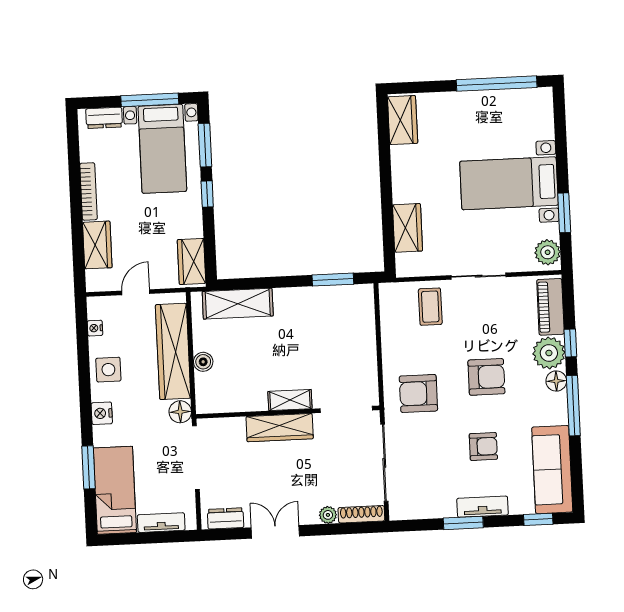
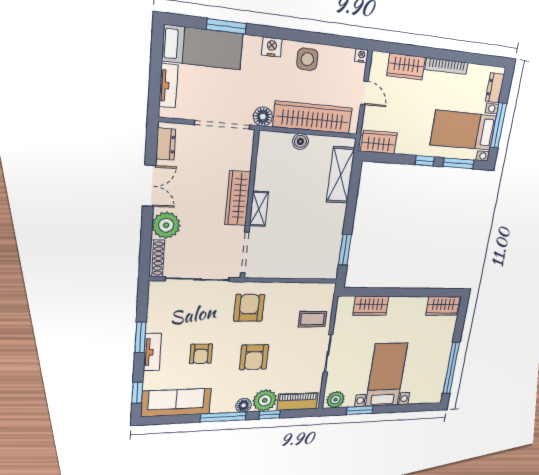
nightstand: (95, 328) -> (362, 56), moved
plant: (328, 515) -> (166, 225), width x1.87, depth x1.87

